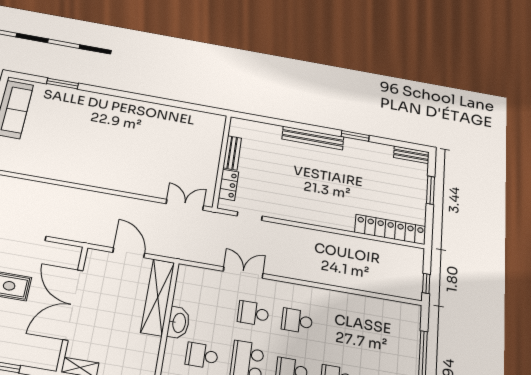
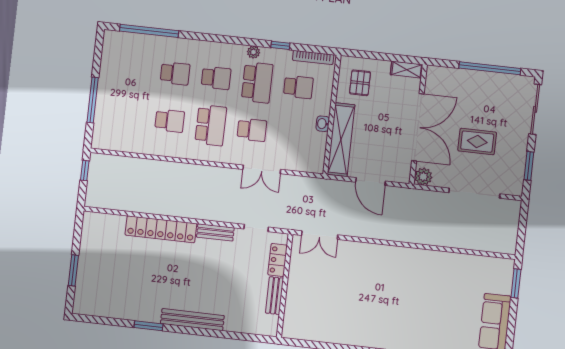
bench: (411, 155) -> (215, 232), moved
locker: (390, 229) -> (161, 229), moved
plant: (72, 254) -> (423, 177), added
school desk: (297, 321) -> (211, 125), width x1.85
washbasin: (179, 323) -> (323, 124), width x0.52, depth x0.69
school desk: (341, 328) -> (170, 121), added
pallet: (133, 356) -> (360, 83), added

